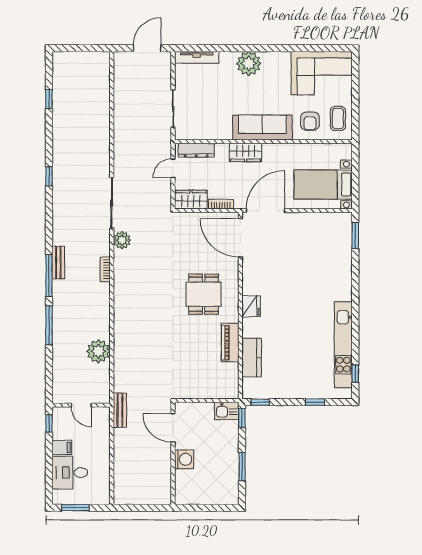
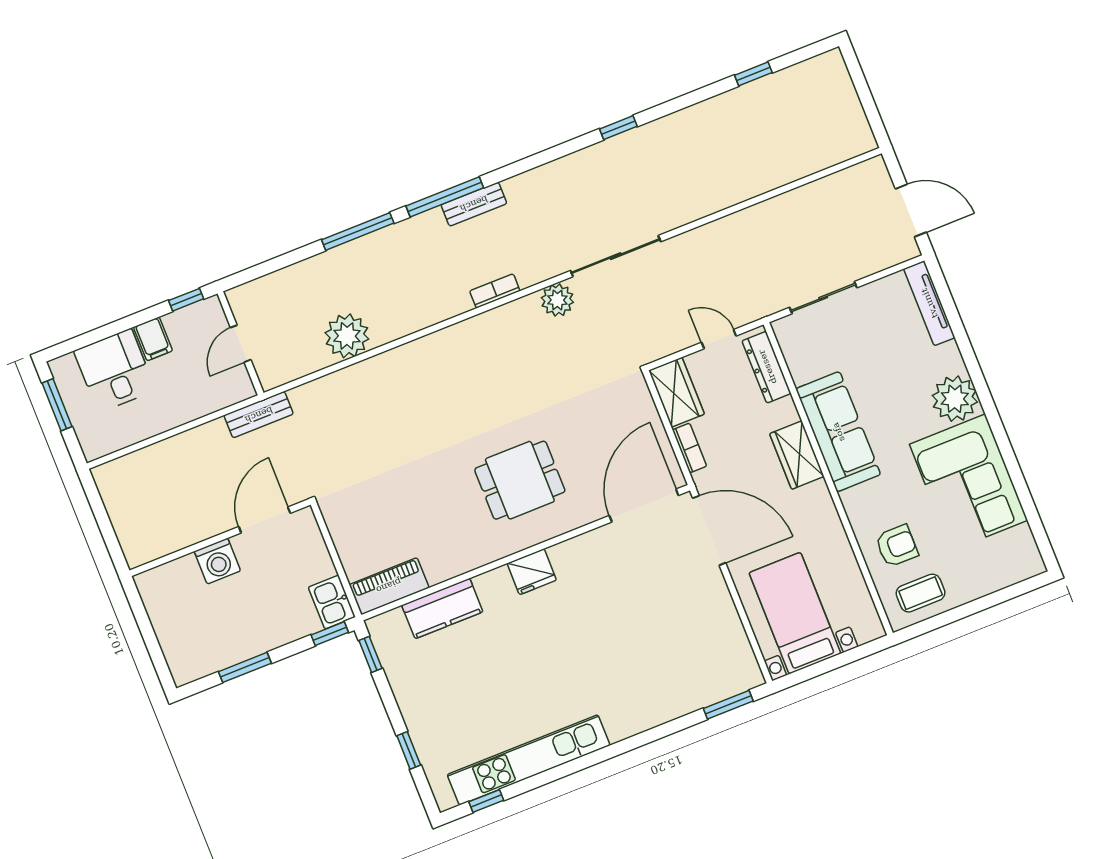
corner sofa: (322, 73) -> (969, 482), moved
armchair: (310, 121) -> (897, 546), turned 180
sofa: (262, 128) -> (838, 432), moved
piano: (230, 343) -> (389, 586), moved

